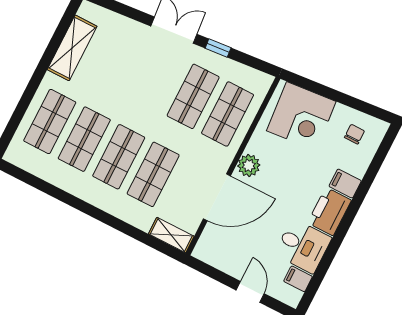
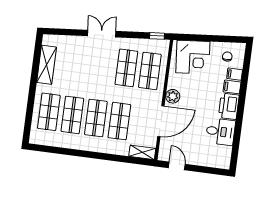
window: (218, 48) -> (157, 36), moved
filing cabinet: (298, 279) -> (235, 74), moved
door: (250, 292) -> (177, 166), moved

